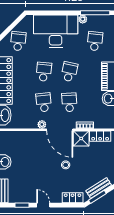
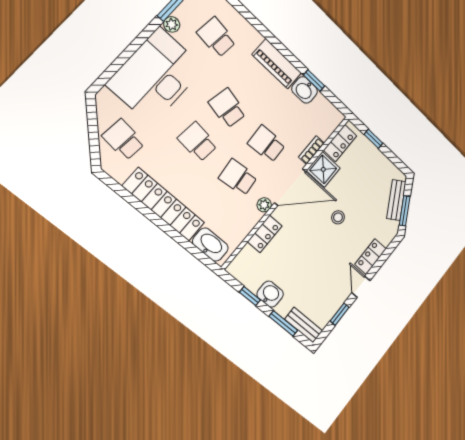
locker: (29, 136) -> (265, 234), added
locker: (73, 198) -> (371, 257), moved
door: (43, 205) -> (361, 287), hinge flipped

